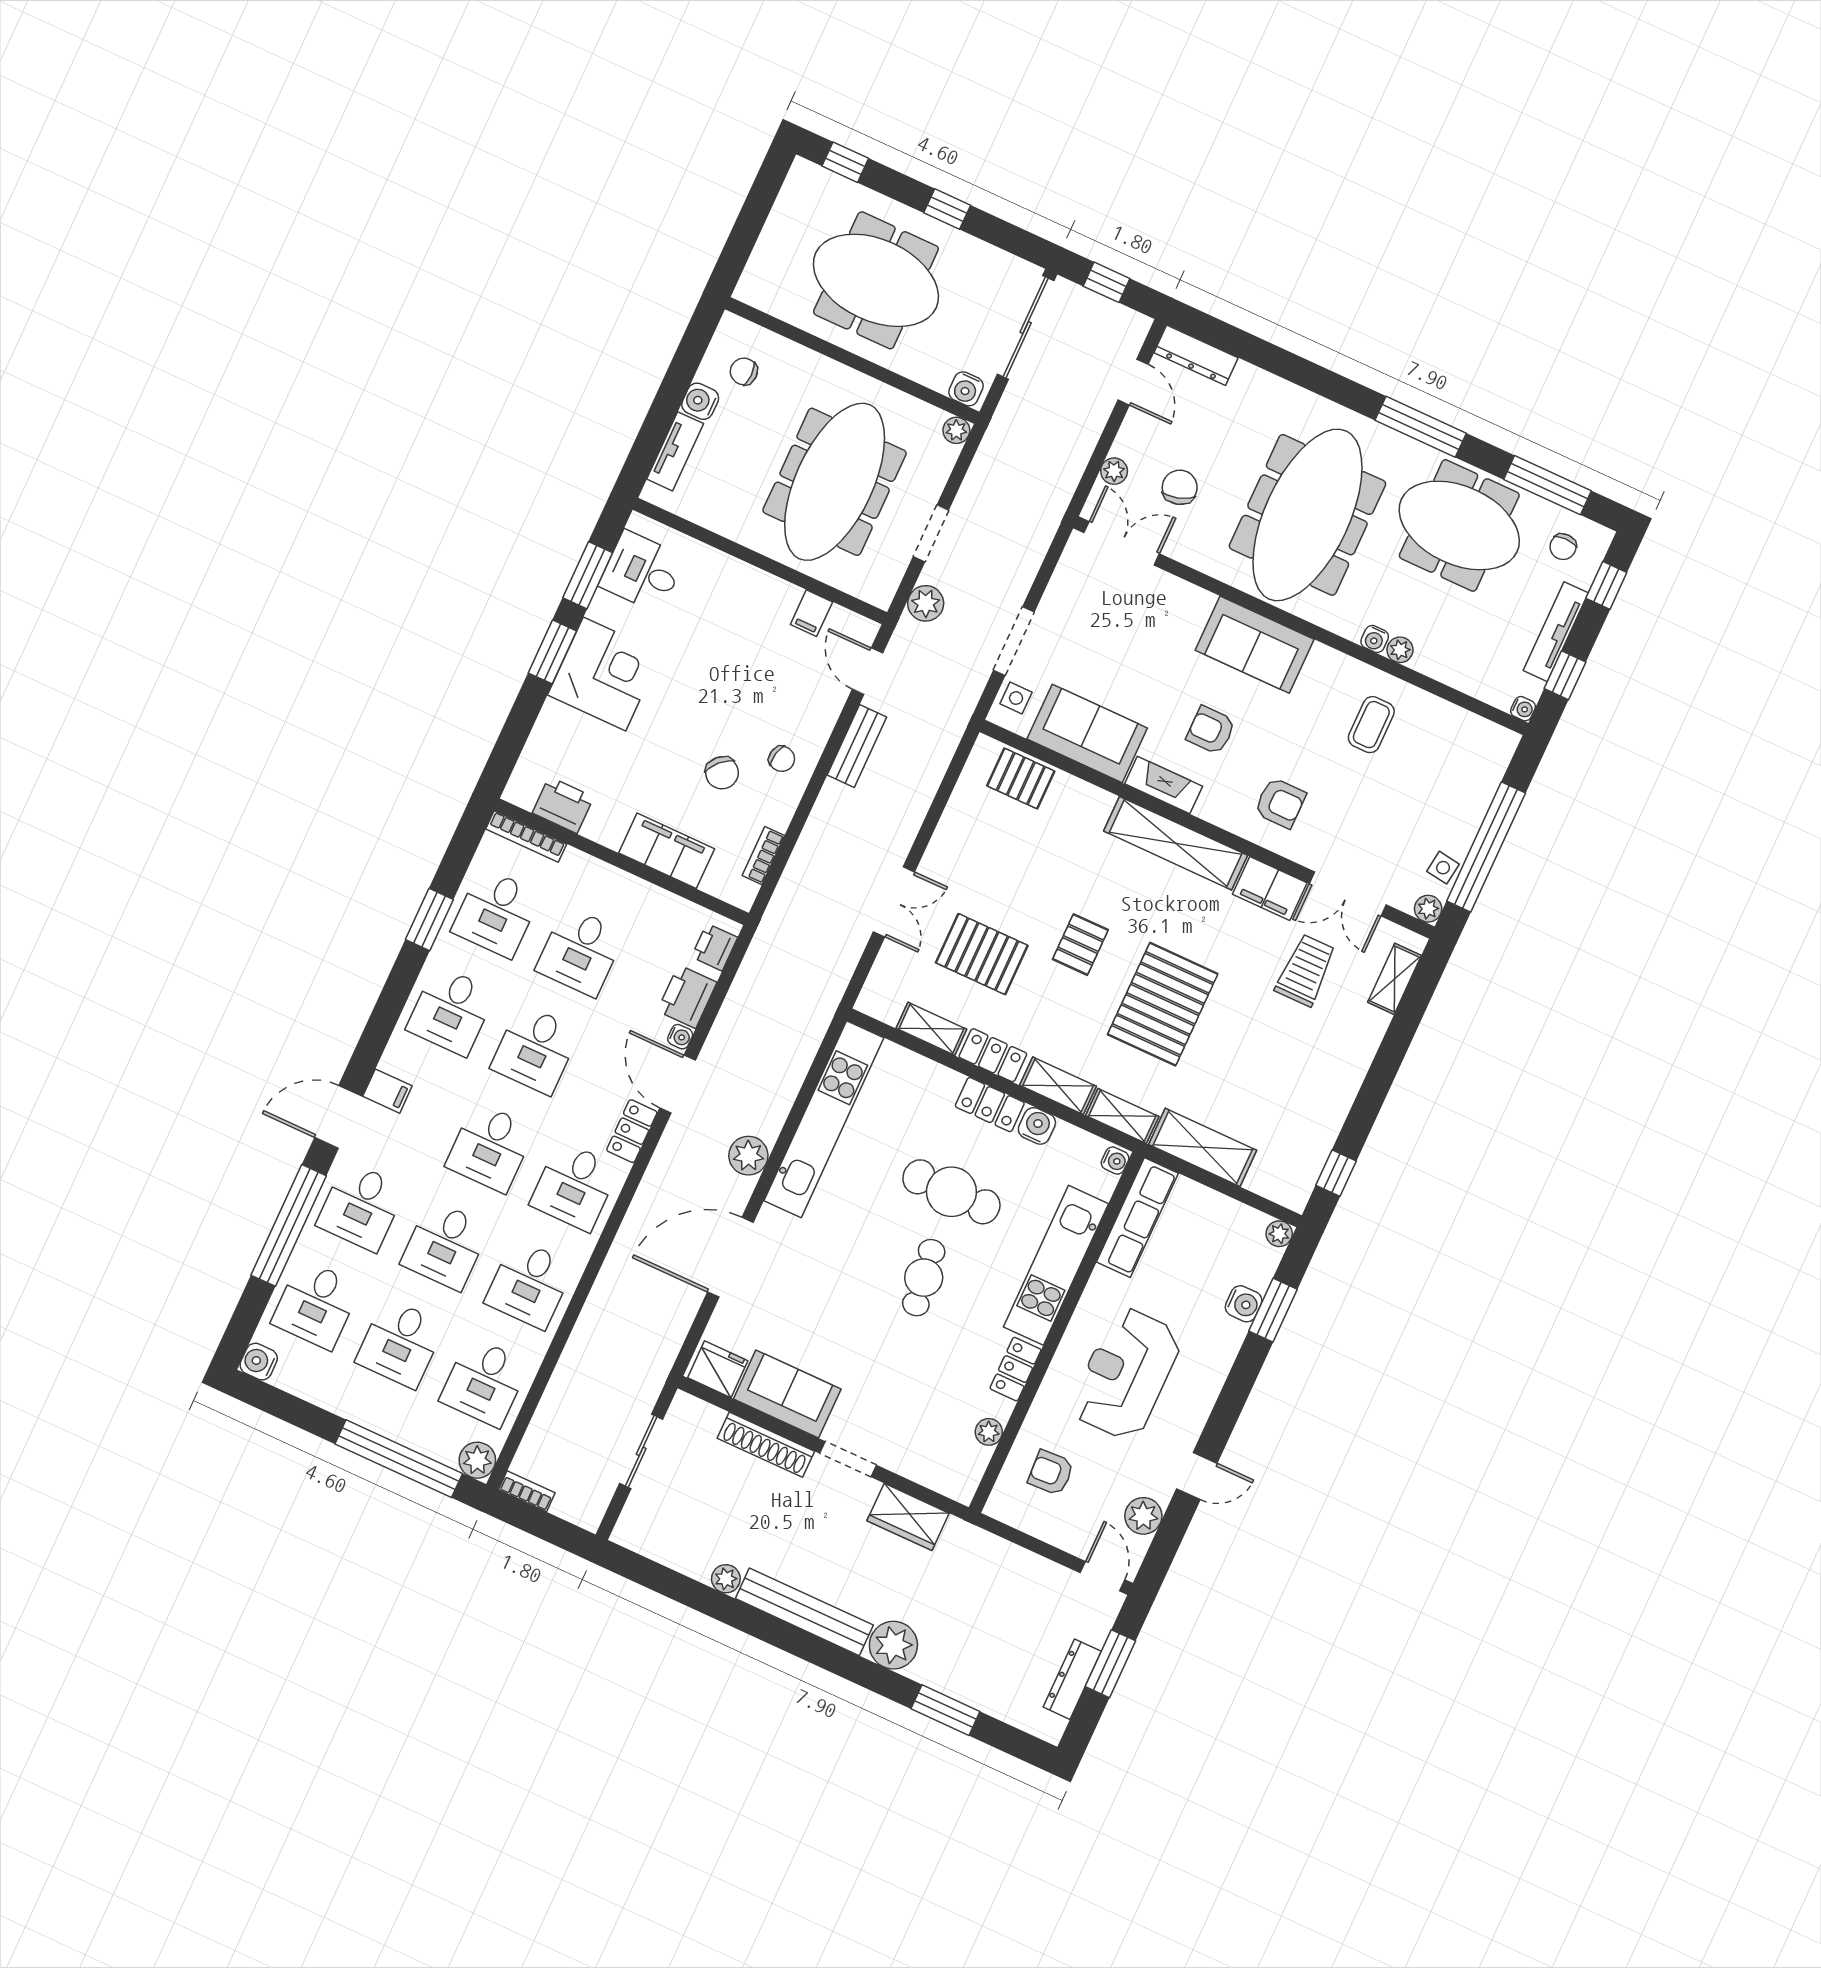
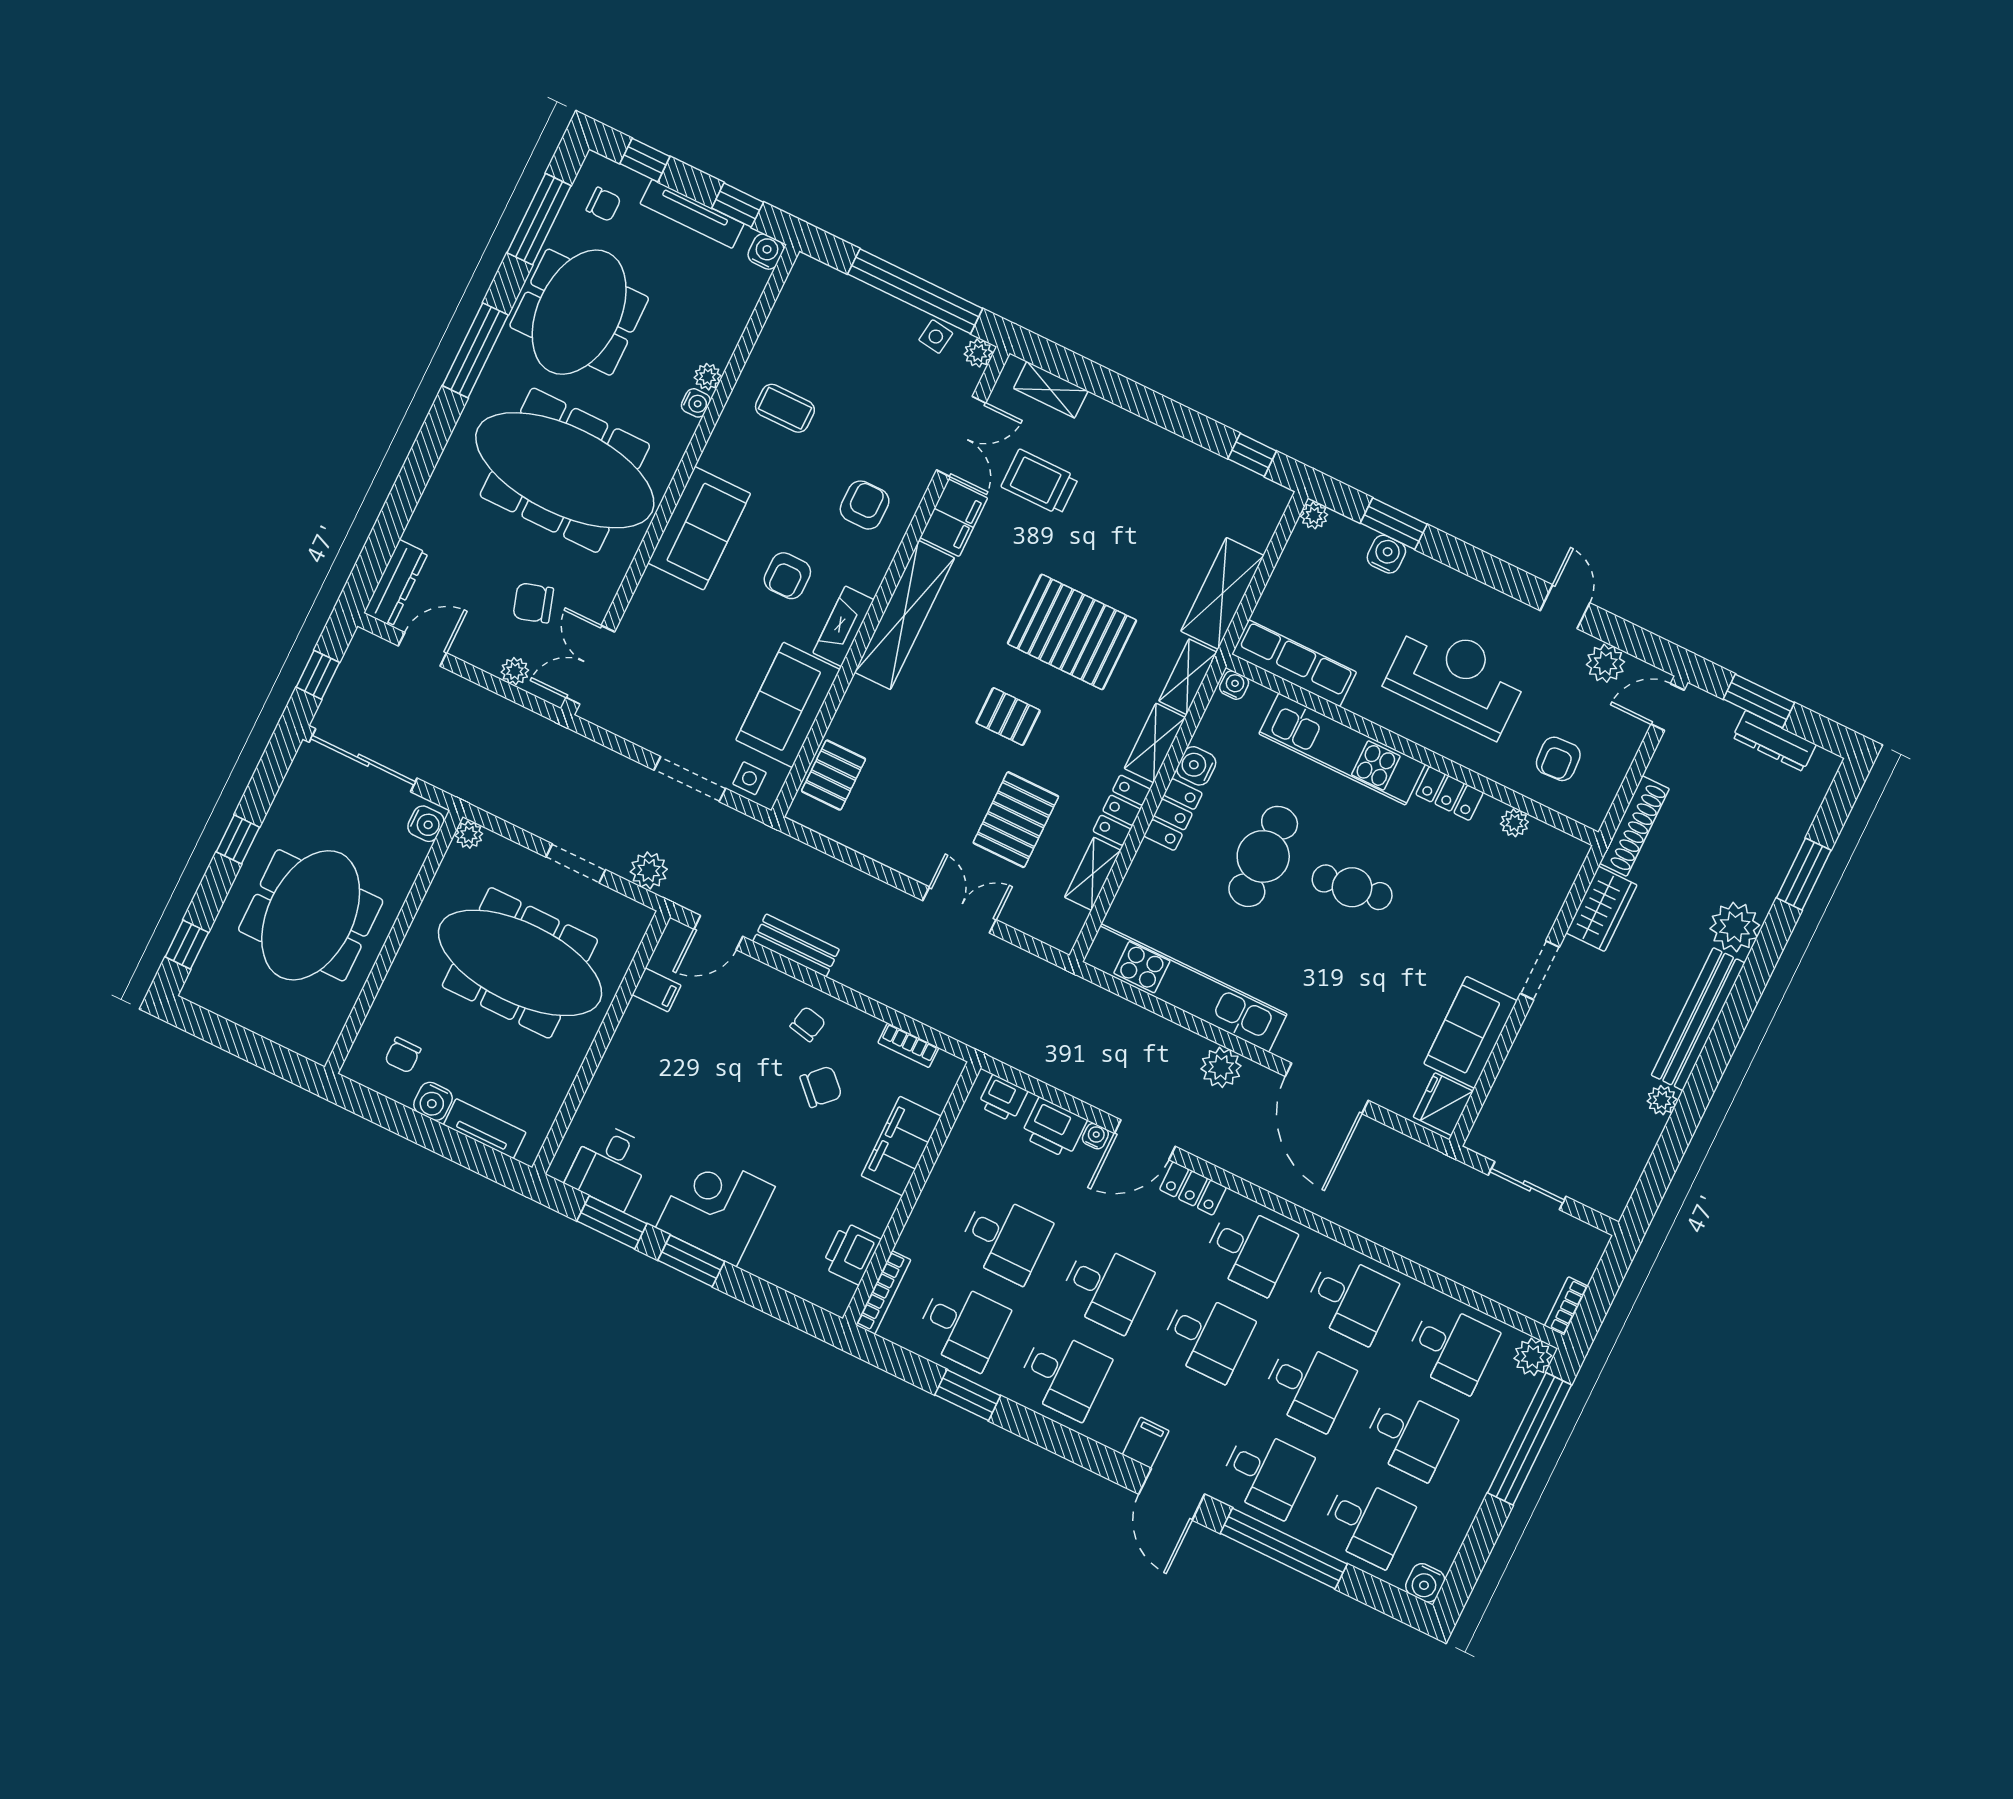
water cooler: (1523, 709) -> (766, 252), width x1.38, depth x1.38
reception desk: (1126, 1374) -> (1457, 678), turned 180
shoe rack: (766, 1445) -> (1634, 826), moved

